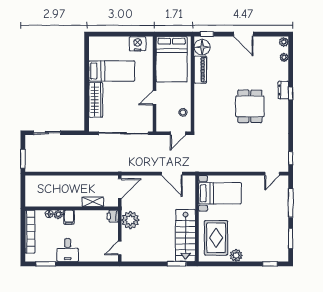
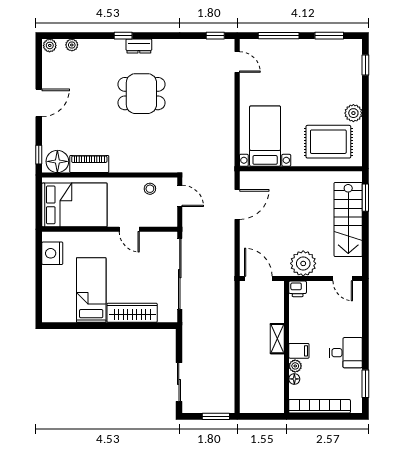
dresser: (283, 90) -> (139, 46), moved
shelving: (93, 202) -> (277, 339), moved
stairs: (186, 235) -> (348, 219), moved, turned 90

